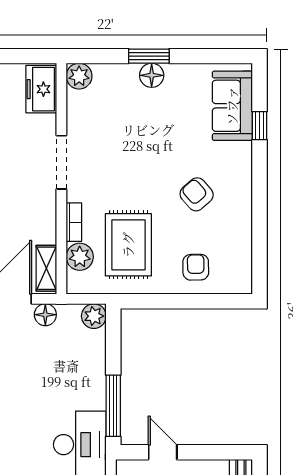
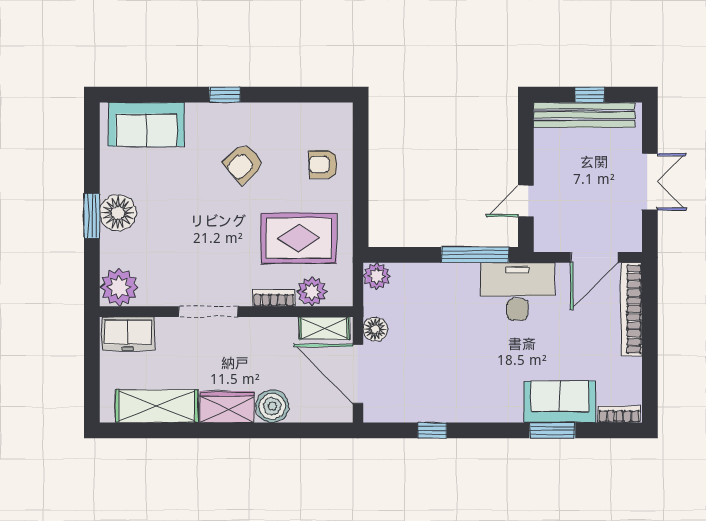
floor lamp: (152, 75) -> (118, 213), width x1.38, depth x1.38
plant: (79, 76) -> (119, 287), width x1.36, depth x1.36
window: (259, 126) -> (225, 95), moved

